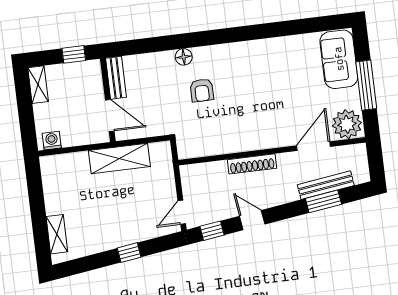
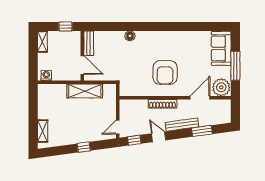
armchair: (202, 90) -> (165, 72), moved, width x1.88, depth x1.88
bench: (326, 185) -> (182, 125), moved

